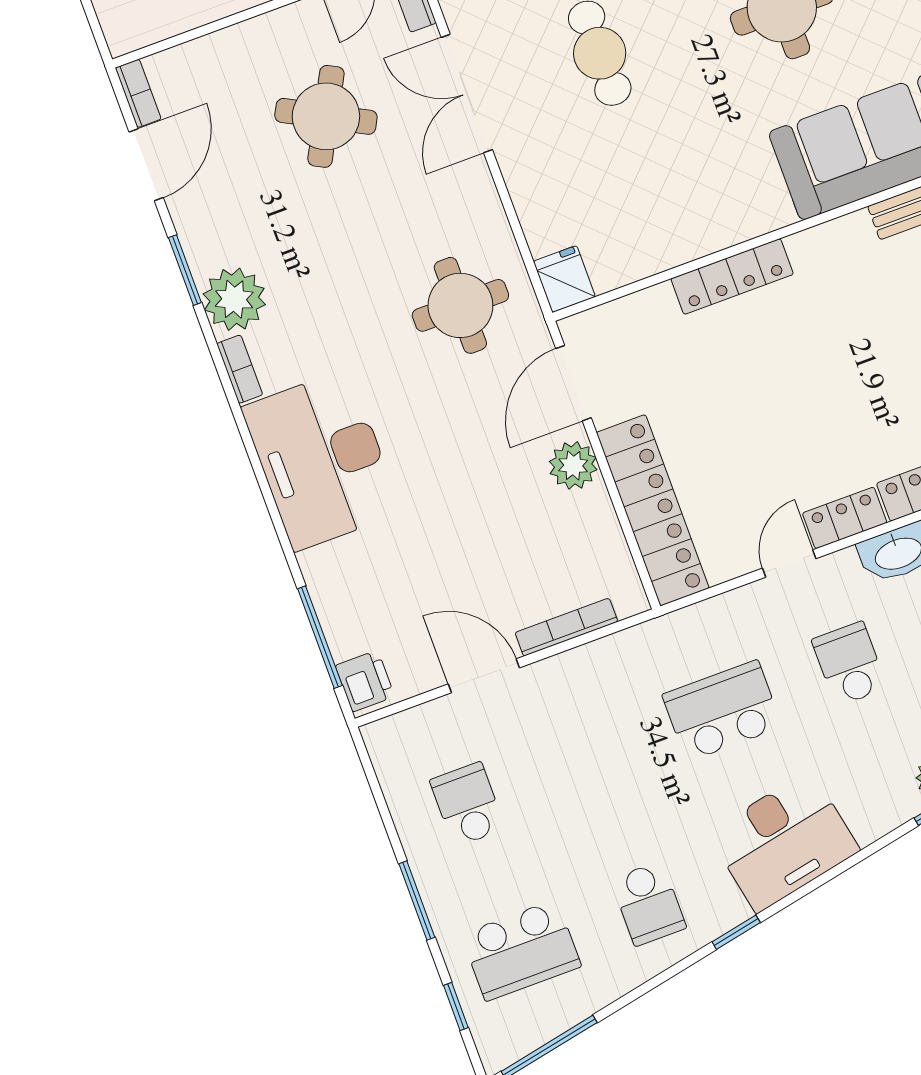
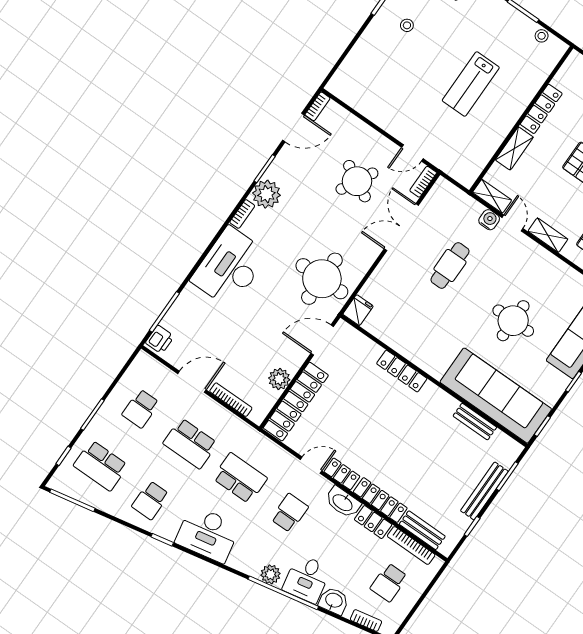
round table: (460, 305) -> (322, 279), width x1.36, depth x1.36
plant: (573, 465) -> (279, 379), moved
door: (484, 676) -> (192, 382), hinge flipped
school desk: (595, 758) -> (190, 443), added
school desk: (468, 804) -> (141, 409), turned 180

